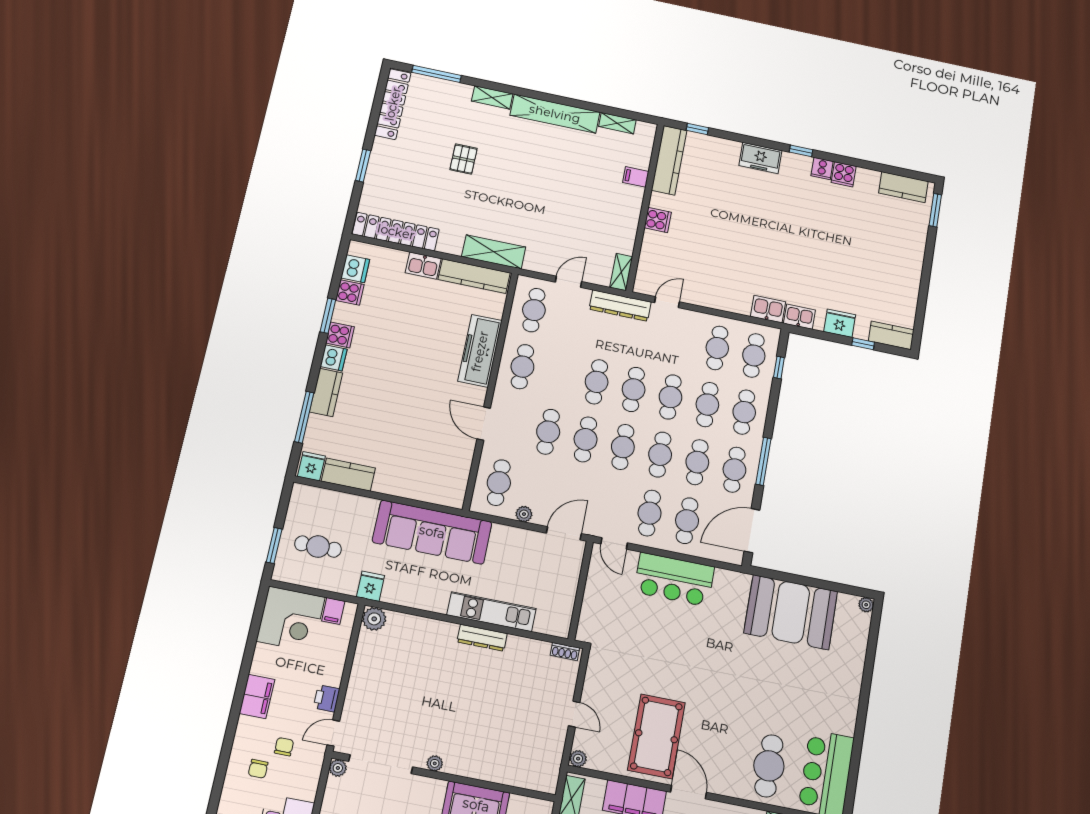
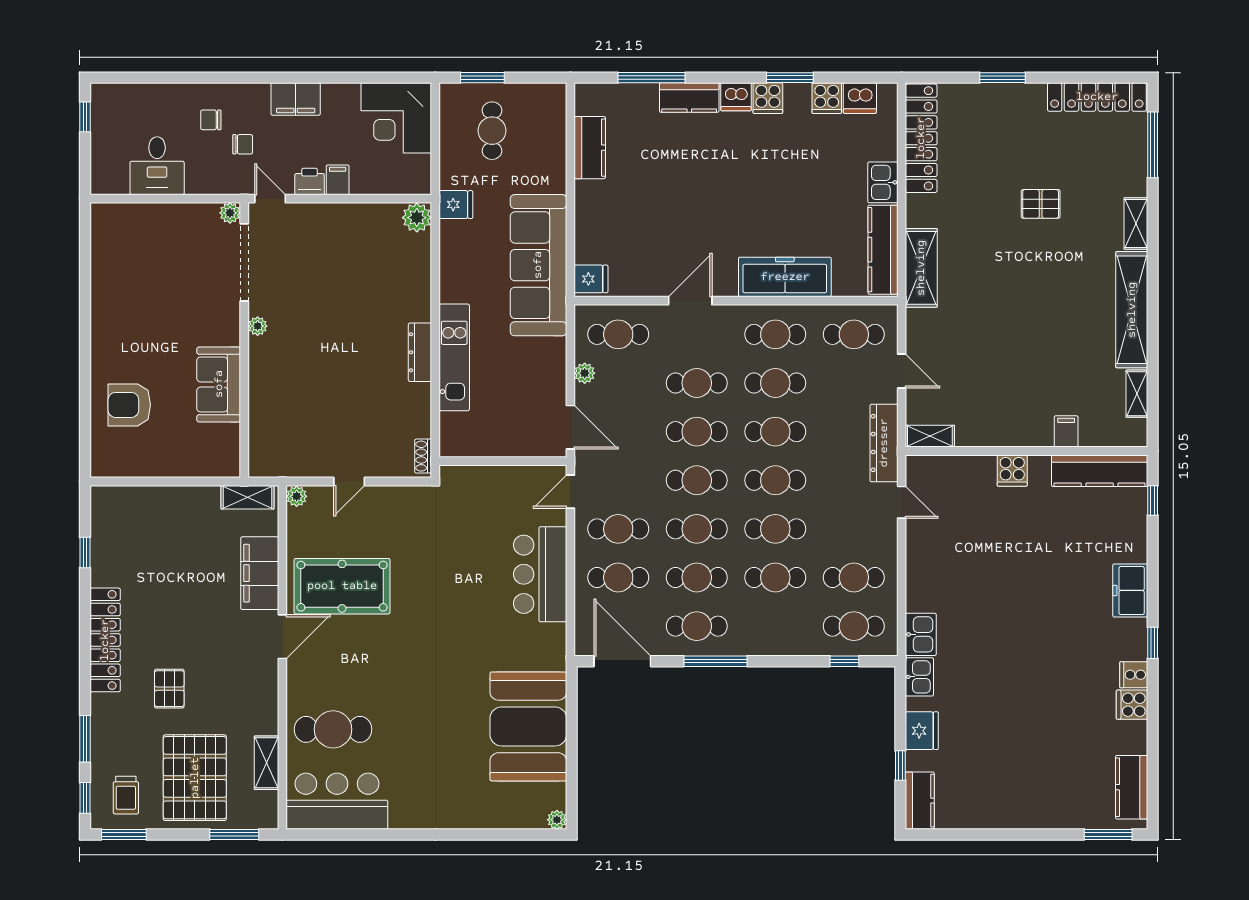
cafe table: (744, 412) -> (775, 383), moved
fridge: (311, 466) -> (591, 279), moved
filing cabinet: (333, 611) -> (338, 180), moved, turned 90

